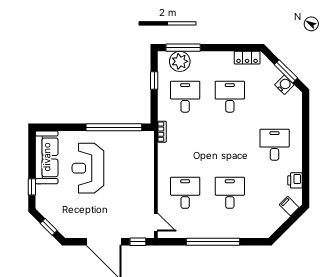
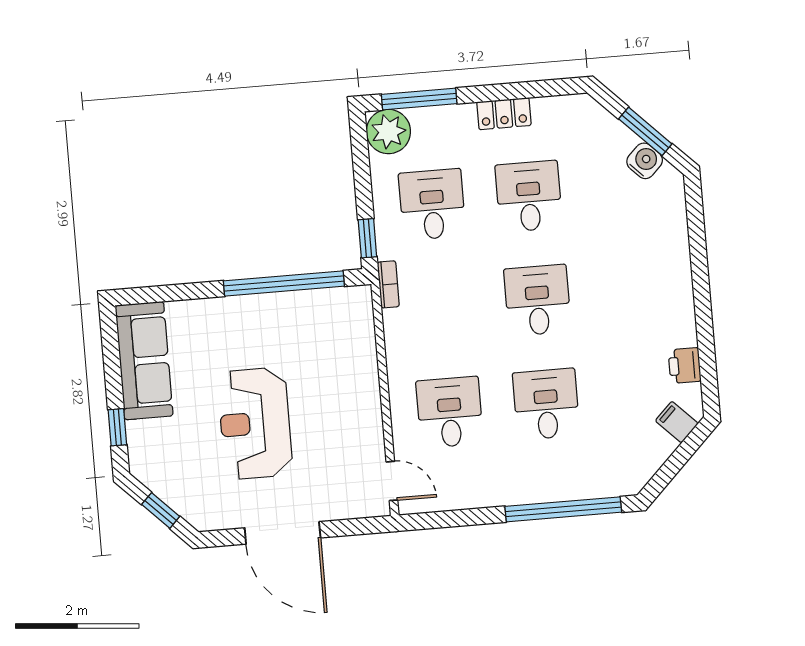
locker: (247, 58) -> (504, 114), moved
plant: (180, 61) -> (388, 132), moved
window: (154, 81) -> (367, 238), moved
desk: (275, 145) -> (537, 300), moved
reception desk: (88, 168) -> (255, 423), moved
window: (138, 242) -> (356, 527), removed
window: (213, 242) -> (563, 509), moved

